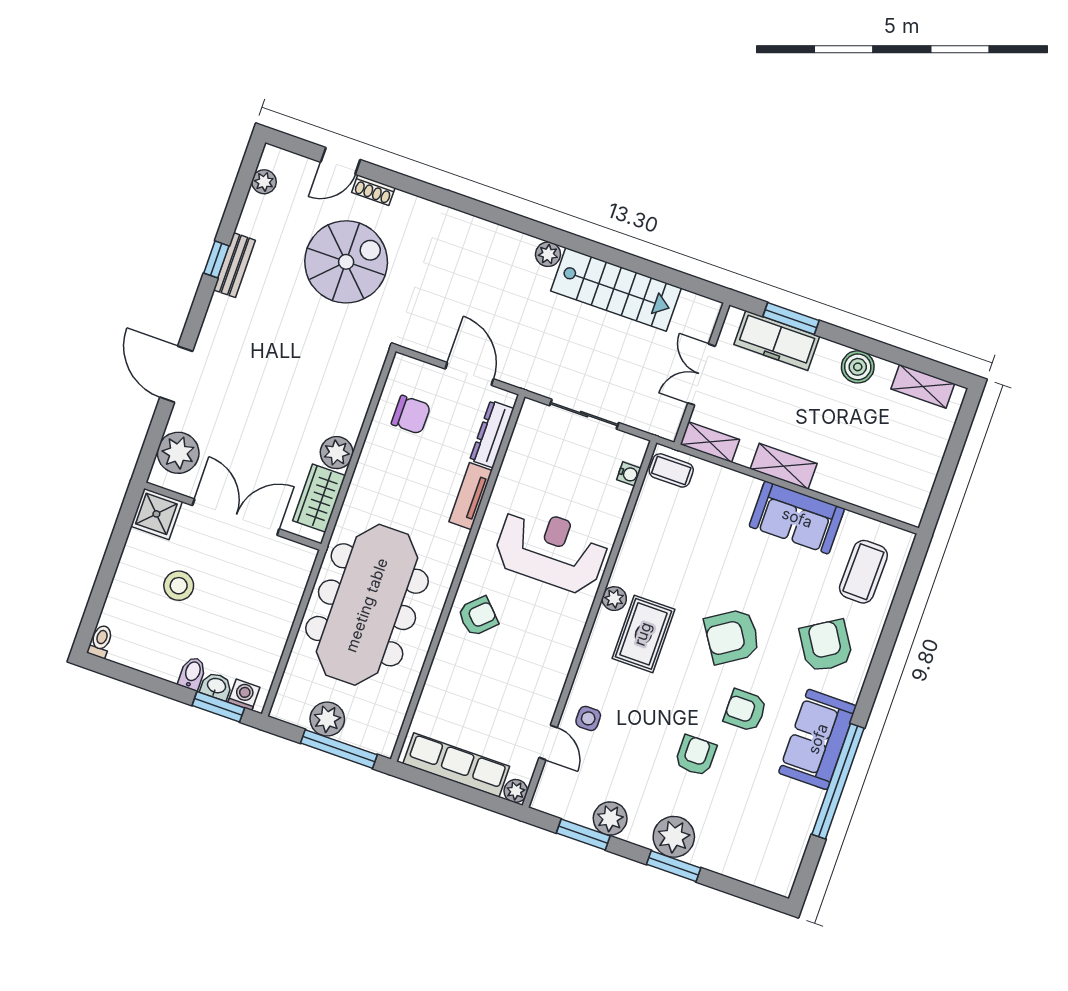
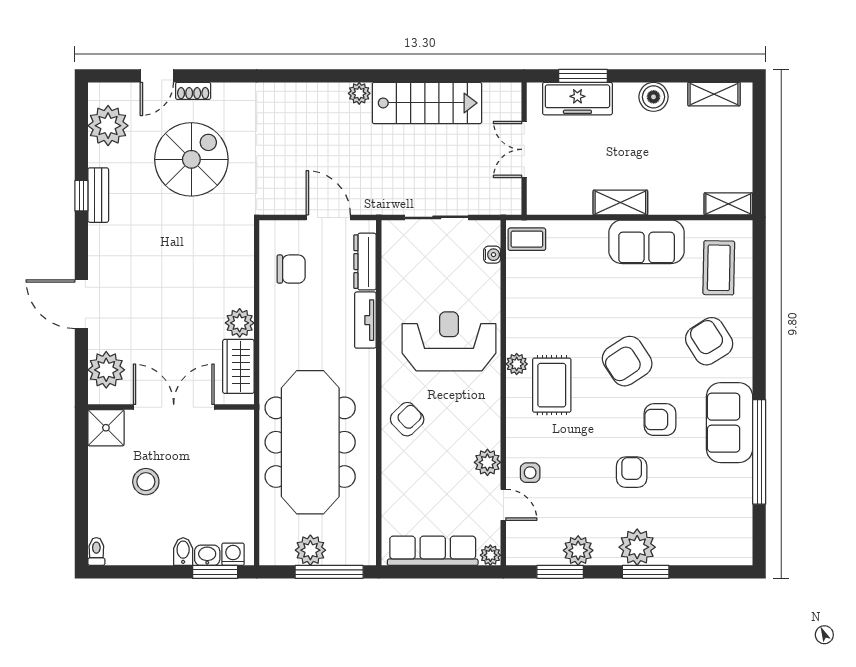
plant: (264, 182) -> (108, 126), width x1.88, depth x1.88
shelving: (710, 442) -> (728, 204), moved
plant: (547, 692) -> (487, 462), added

